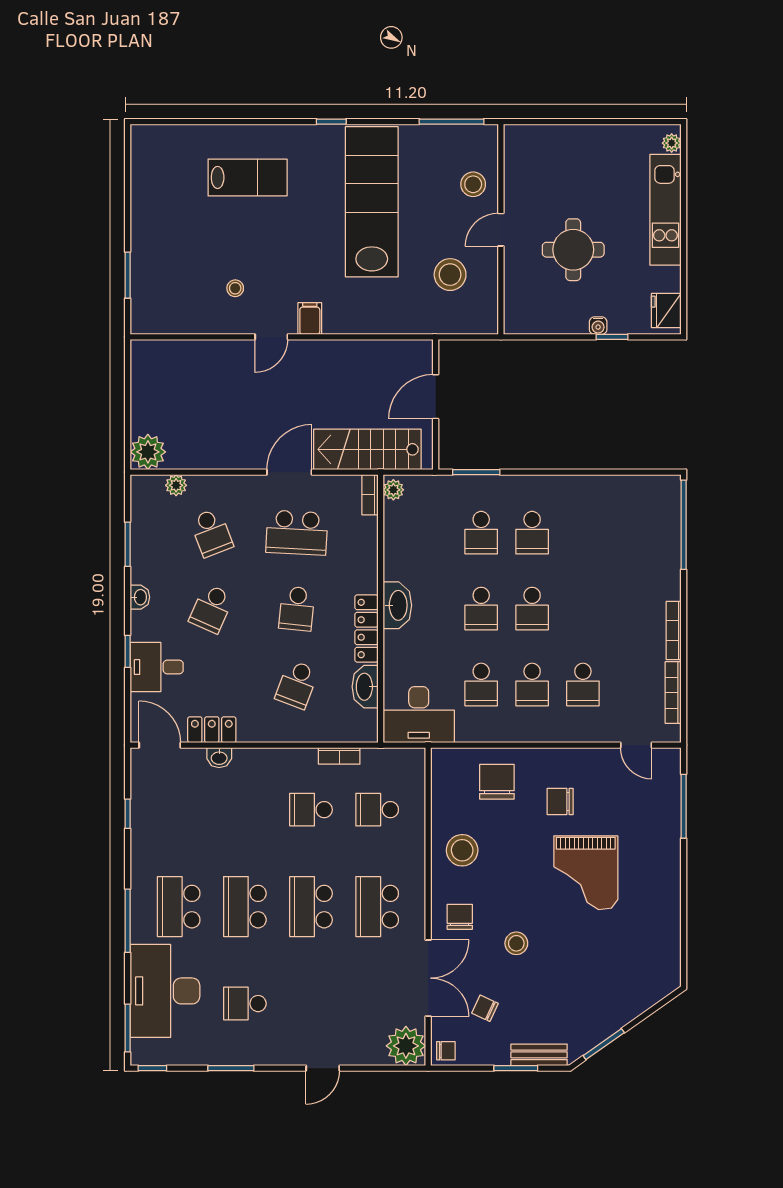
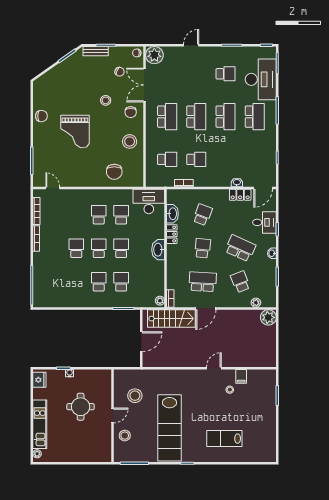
filing cabinet: (310, 319) -> (241, 376), moved
school desk: (211, 609) -> (240, 248), width x1.85
locker: (366, 628) -> (172, 234), width x0.66
school desk: (583, 684) -> (76, 248), moved
door: (160, 745) -> (263, 188), hinge flipped
chair: (560, 801) -> (41, 116), moved
grand piano: (586, 873) -> (75, 132), turned 180

